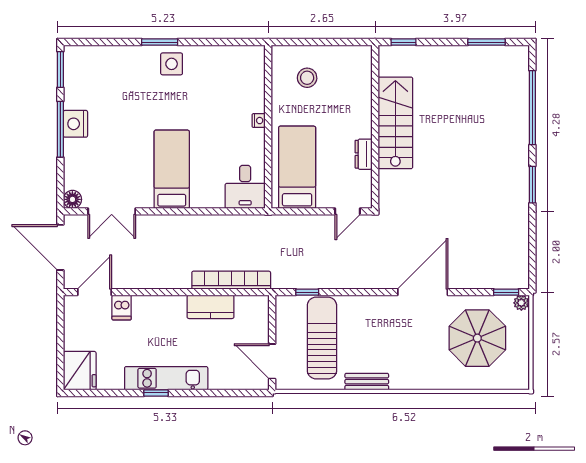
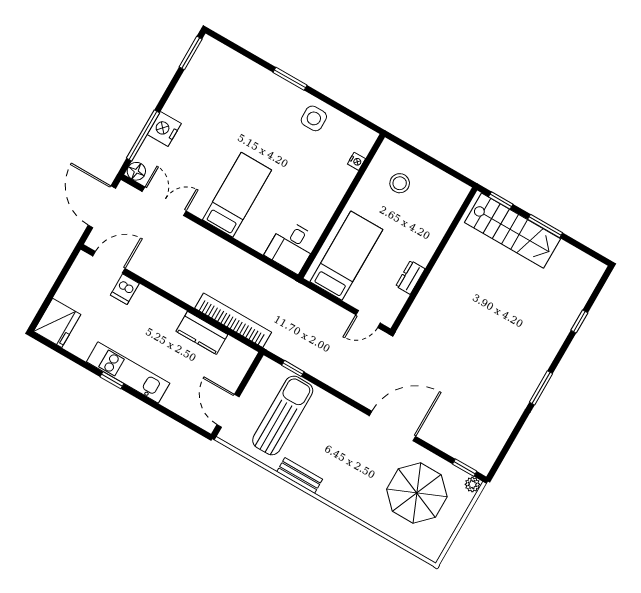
window: (487, 42) -> (545, 226), moved
side table: (172, 64) -> (314, 118), moved
window: (532, 108) -> (579, 321), width x0.32
nightstand: (259, 121) -> (356, 161), moved
stairs: (395, 123) -> (513, 231), moved, turned 90
nightstand: (75, 124) -> (164, 129), moved
window: (60, 129) -> (143, 136), moved
double door: (112, 211) -> (164, 201), swing flipped

